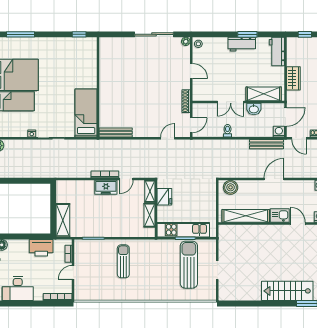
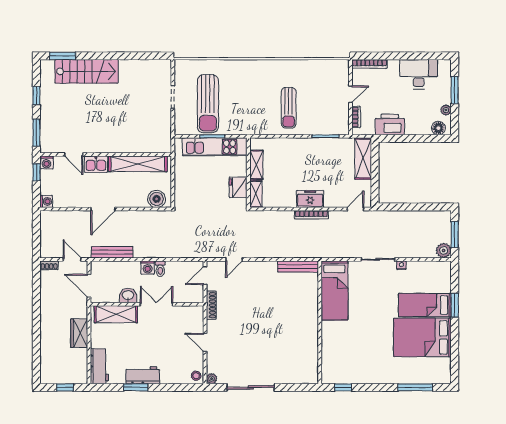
door: (285, 117) -> (89, 286), hinge flipped
washing machine: (279, 132) -> (148, 268), moved
door: (126, 179) -> (355, 209), moved

